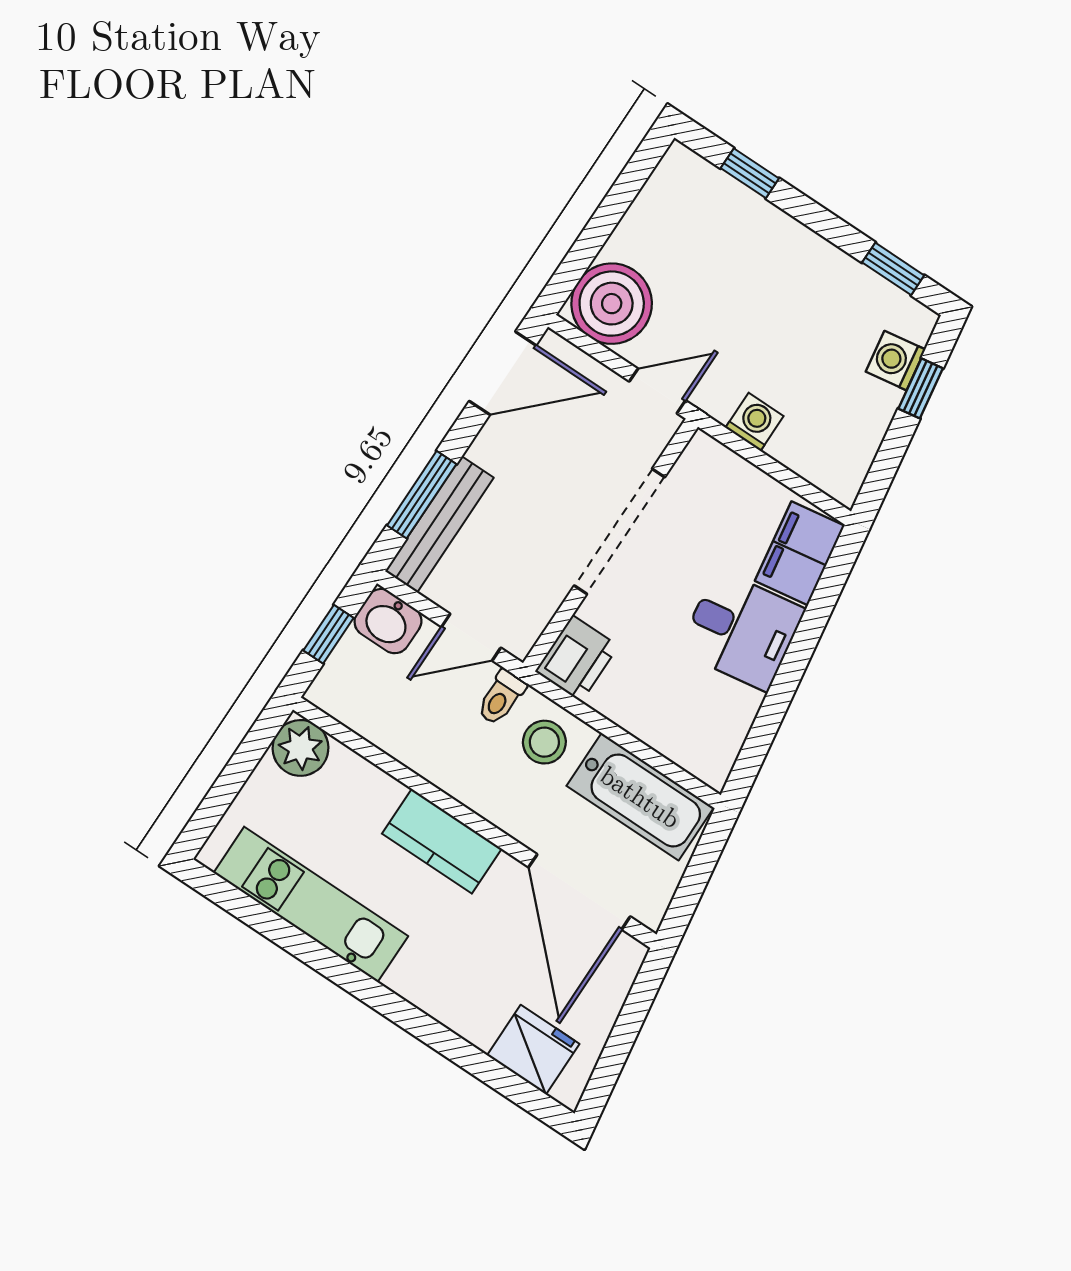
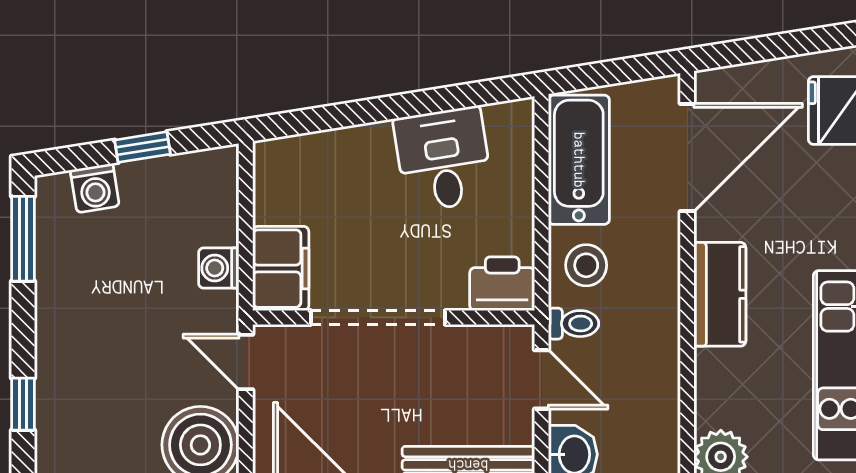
window: (893, 269) -> (23, 239), width x1.50
window: (921, 388) -> (143, 147), moved
filing cabinet: (800, 553) -> (281, 269), moved, turned -81
desk: (742, 630) -> (443, 159), moved

